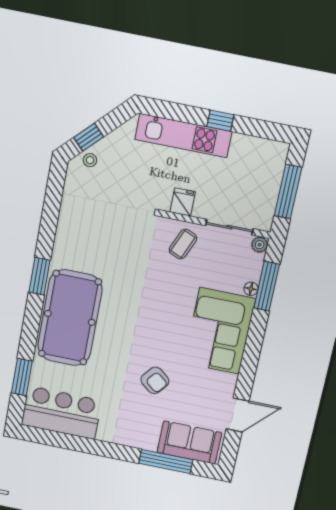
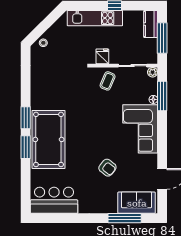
window: (89, 137) -> (40, 30), removed
kitchen counter: (274, 164) -> (151, 24), added
window: (22, 377) -> (26, 147), moved

